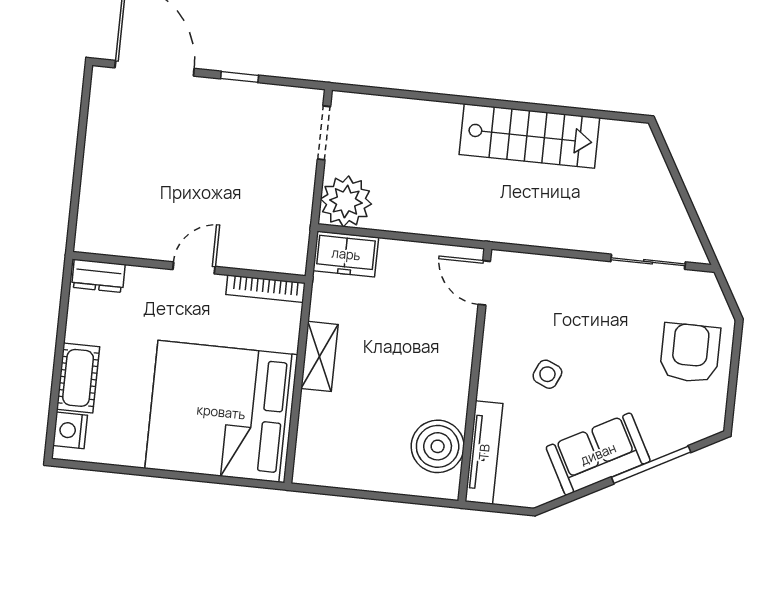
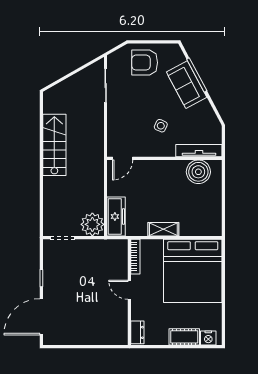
freezer: (346, 254) -> (116, 217), width x1.40
sofa: (598, 454) -> (187, 85), moved

